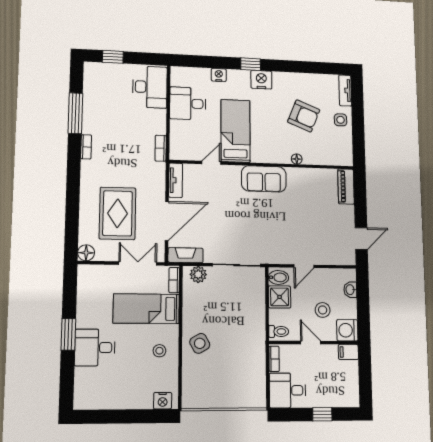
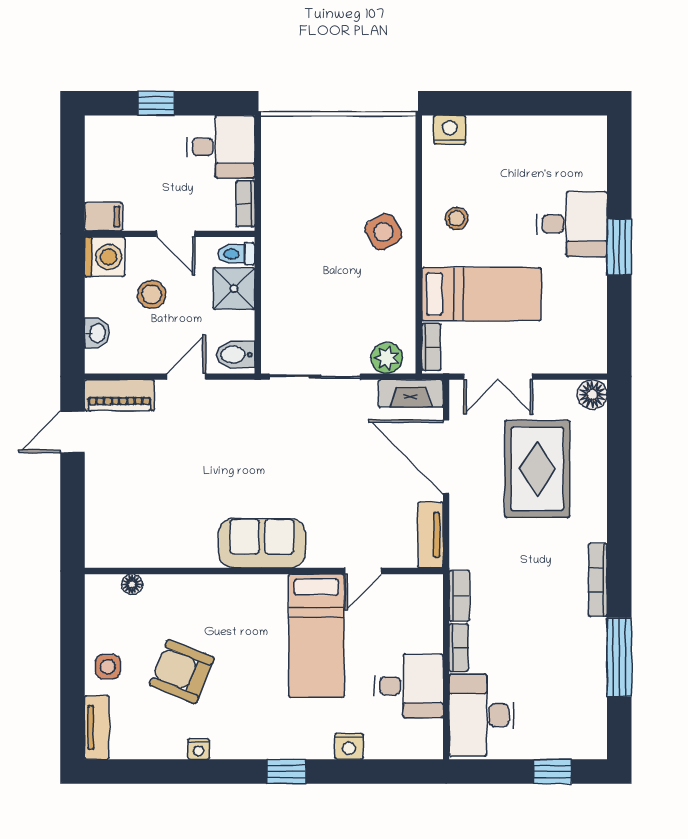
nightstand: (261, 80) -> (199, 749), moved, width x0.53, depth x0.56
bookcase: (161, 122) -> (459, 648), added
bookcase: (86, 147) -> (598, 580), width x1.56
floor lamp: (297, 159) -> (132, 584), moved
piano: (346, 186) -> (119, 395), moved, turned 90
door: (167, 221) -> (446, 457), hinge flipped
shower: (280, 297) -> (234, 289), moved

